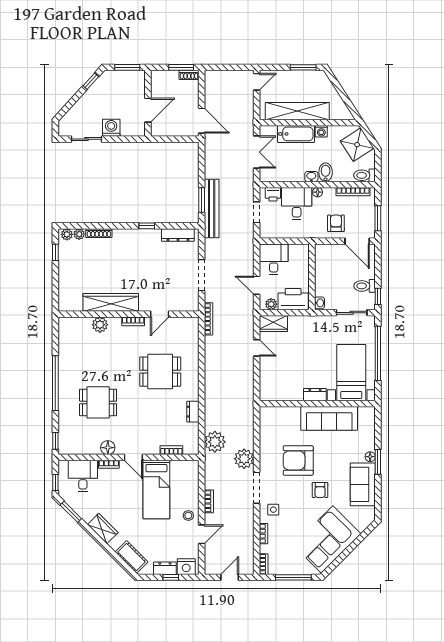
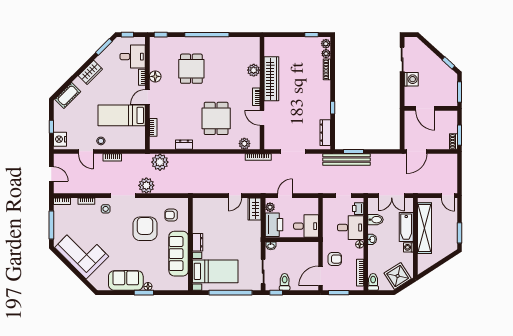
bidet: (326, 172) -> (376, 220), moved
desk: (274, 259) -> (306, 226), moved
plant: (192, 336) -> (244, 144), added
armchair: (320, 490) -> (171, 215), moved
dresser: (165, 568) -> (59, 122), removed

